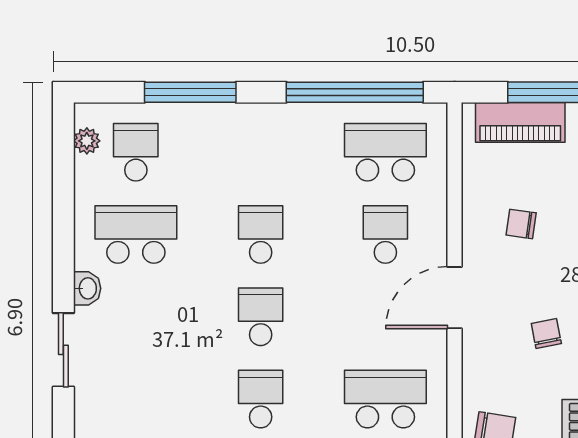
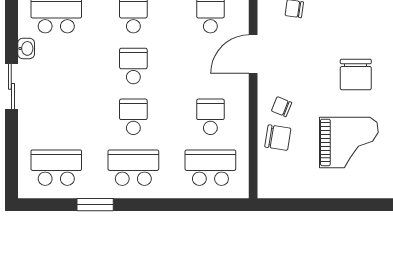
chair: (546, 334) -> (282, 107), moved, turned -57
school desk: (385, 399) -> (210, 117), width x0.54

